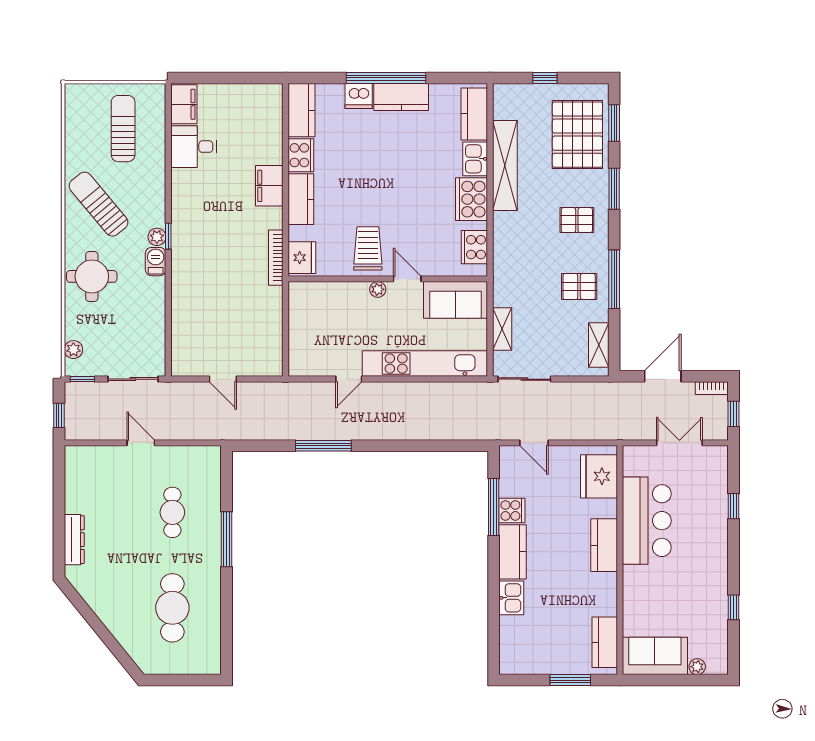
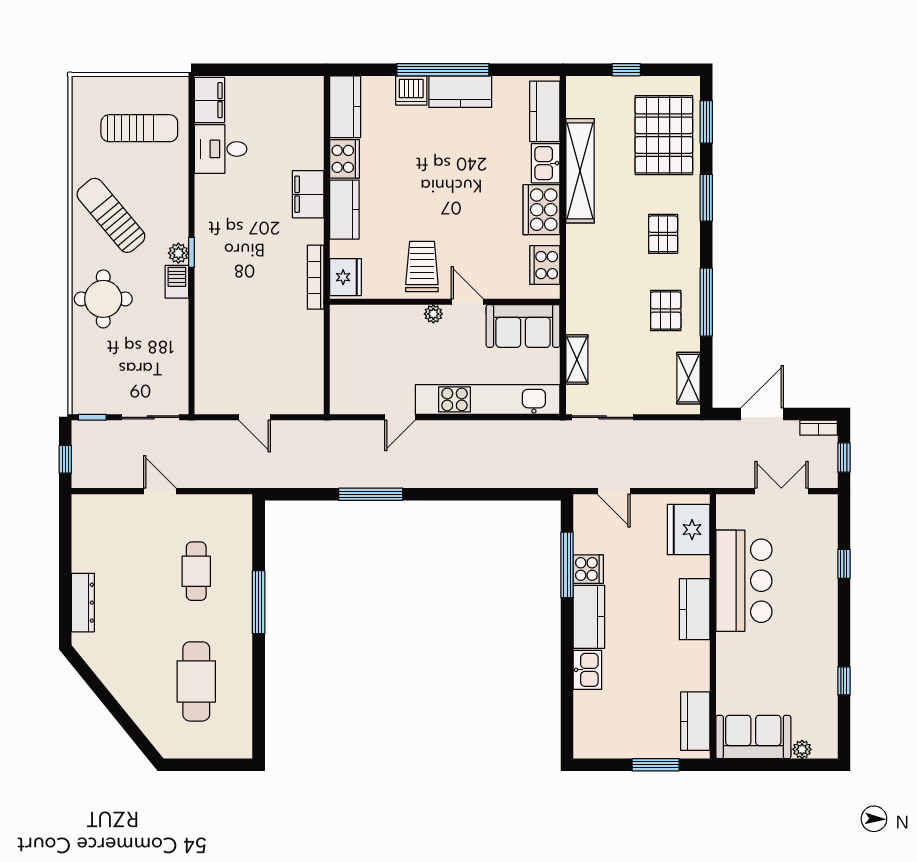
sun lounger: (123, 129) -> (139, 128), turned 90
pallet: (577, 220) -> (663, 234), turned 90
pallet: (579, 287) -> (666, 311), turned 90
plant: (73, 350) -> (82, 383), removed

